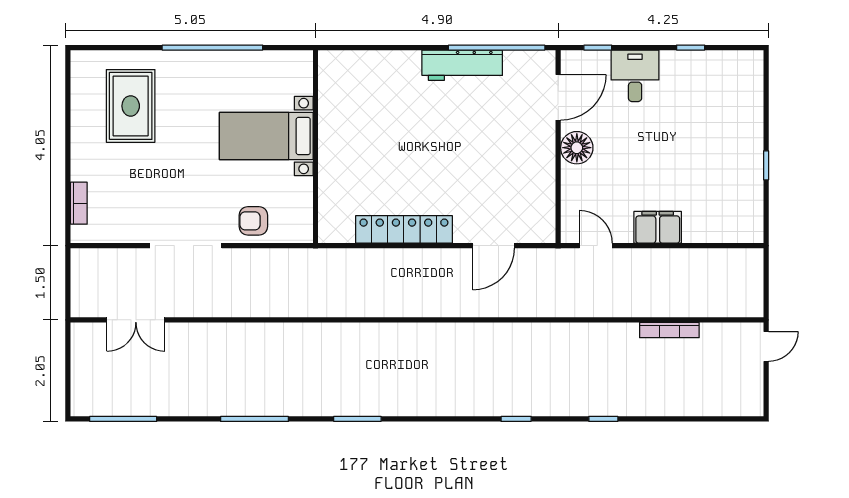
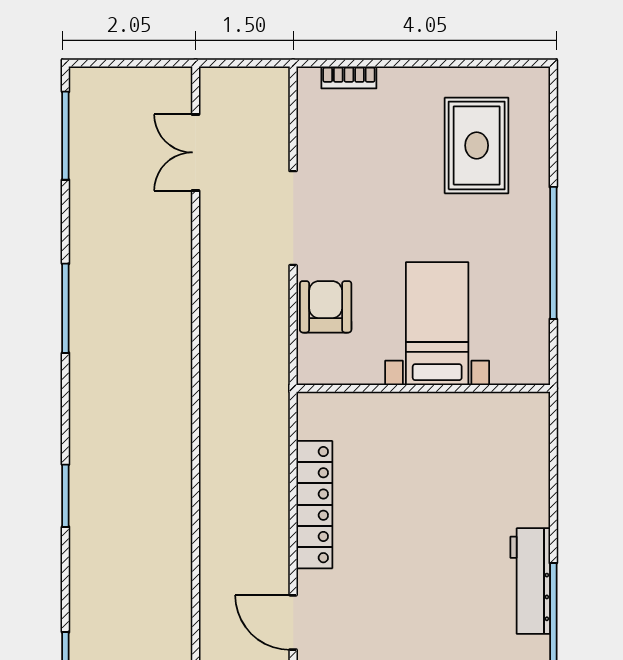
rug: (131, 106) -> (477, 145), turned 90
armchair: (253, 221) -> (326, 307), width x1.38, depth x1.38
window: (357, 419) -> (65, 496), moved

